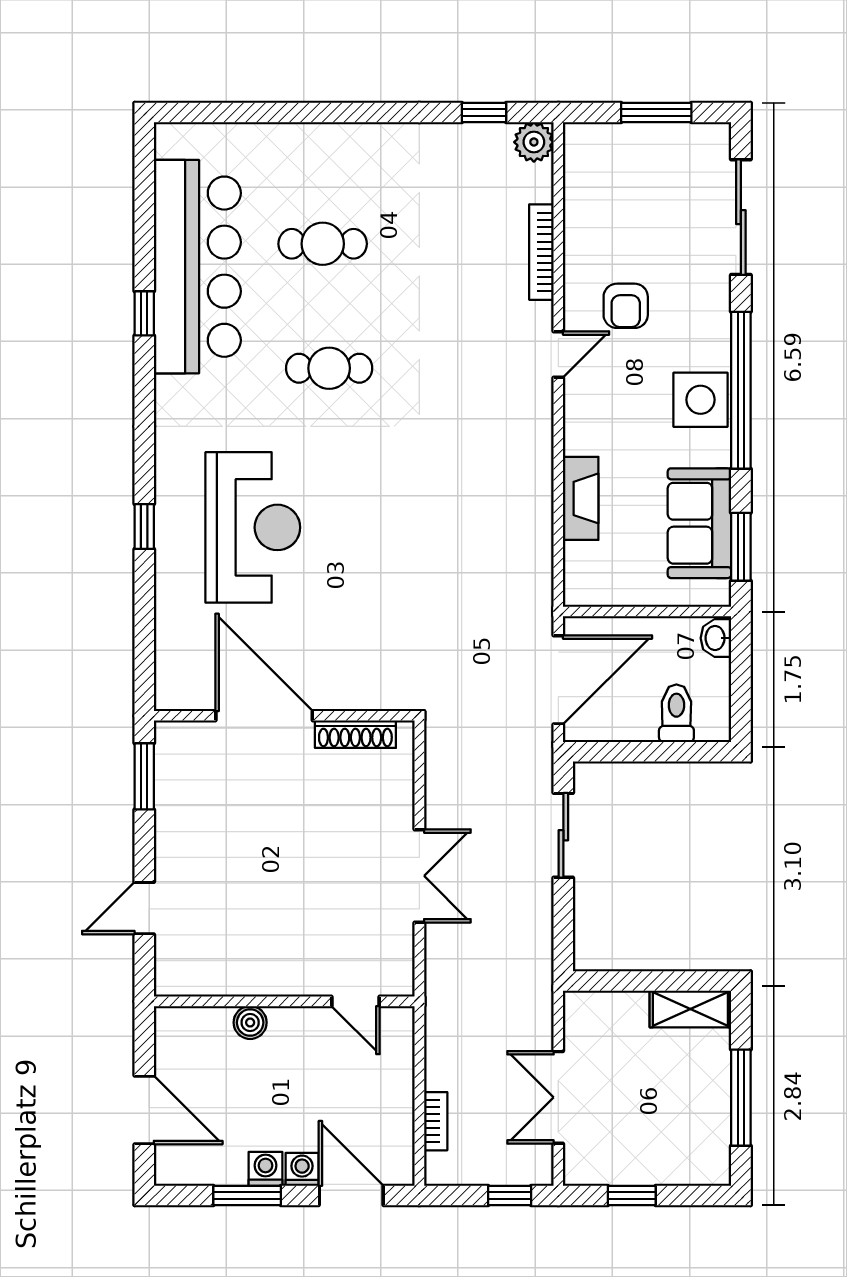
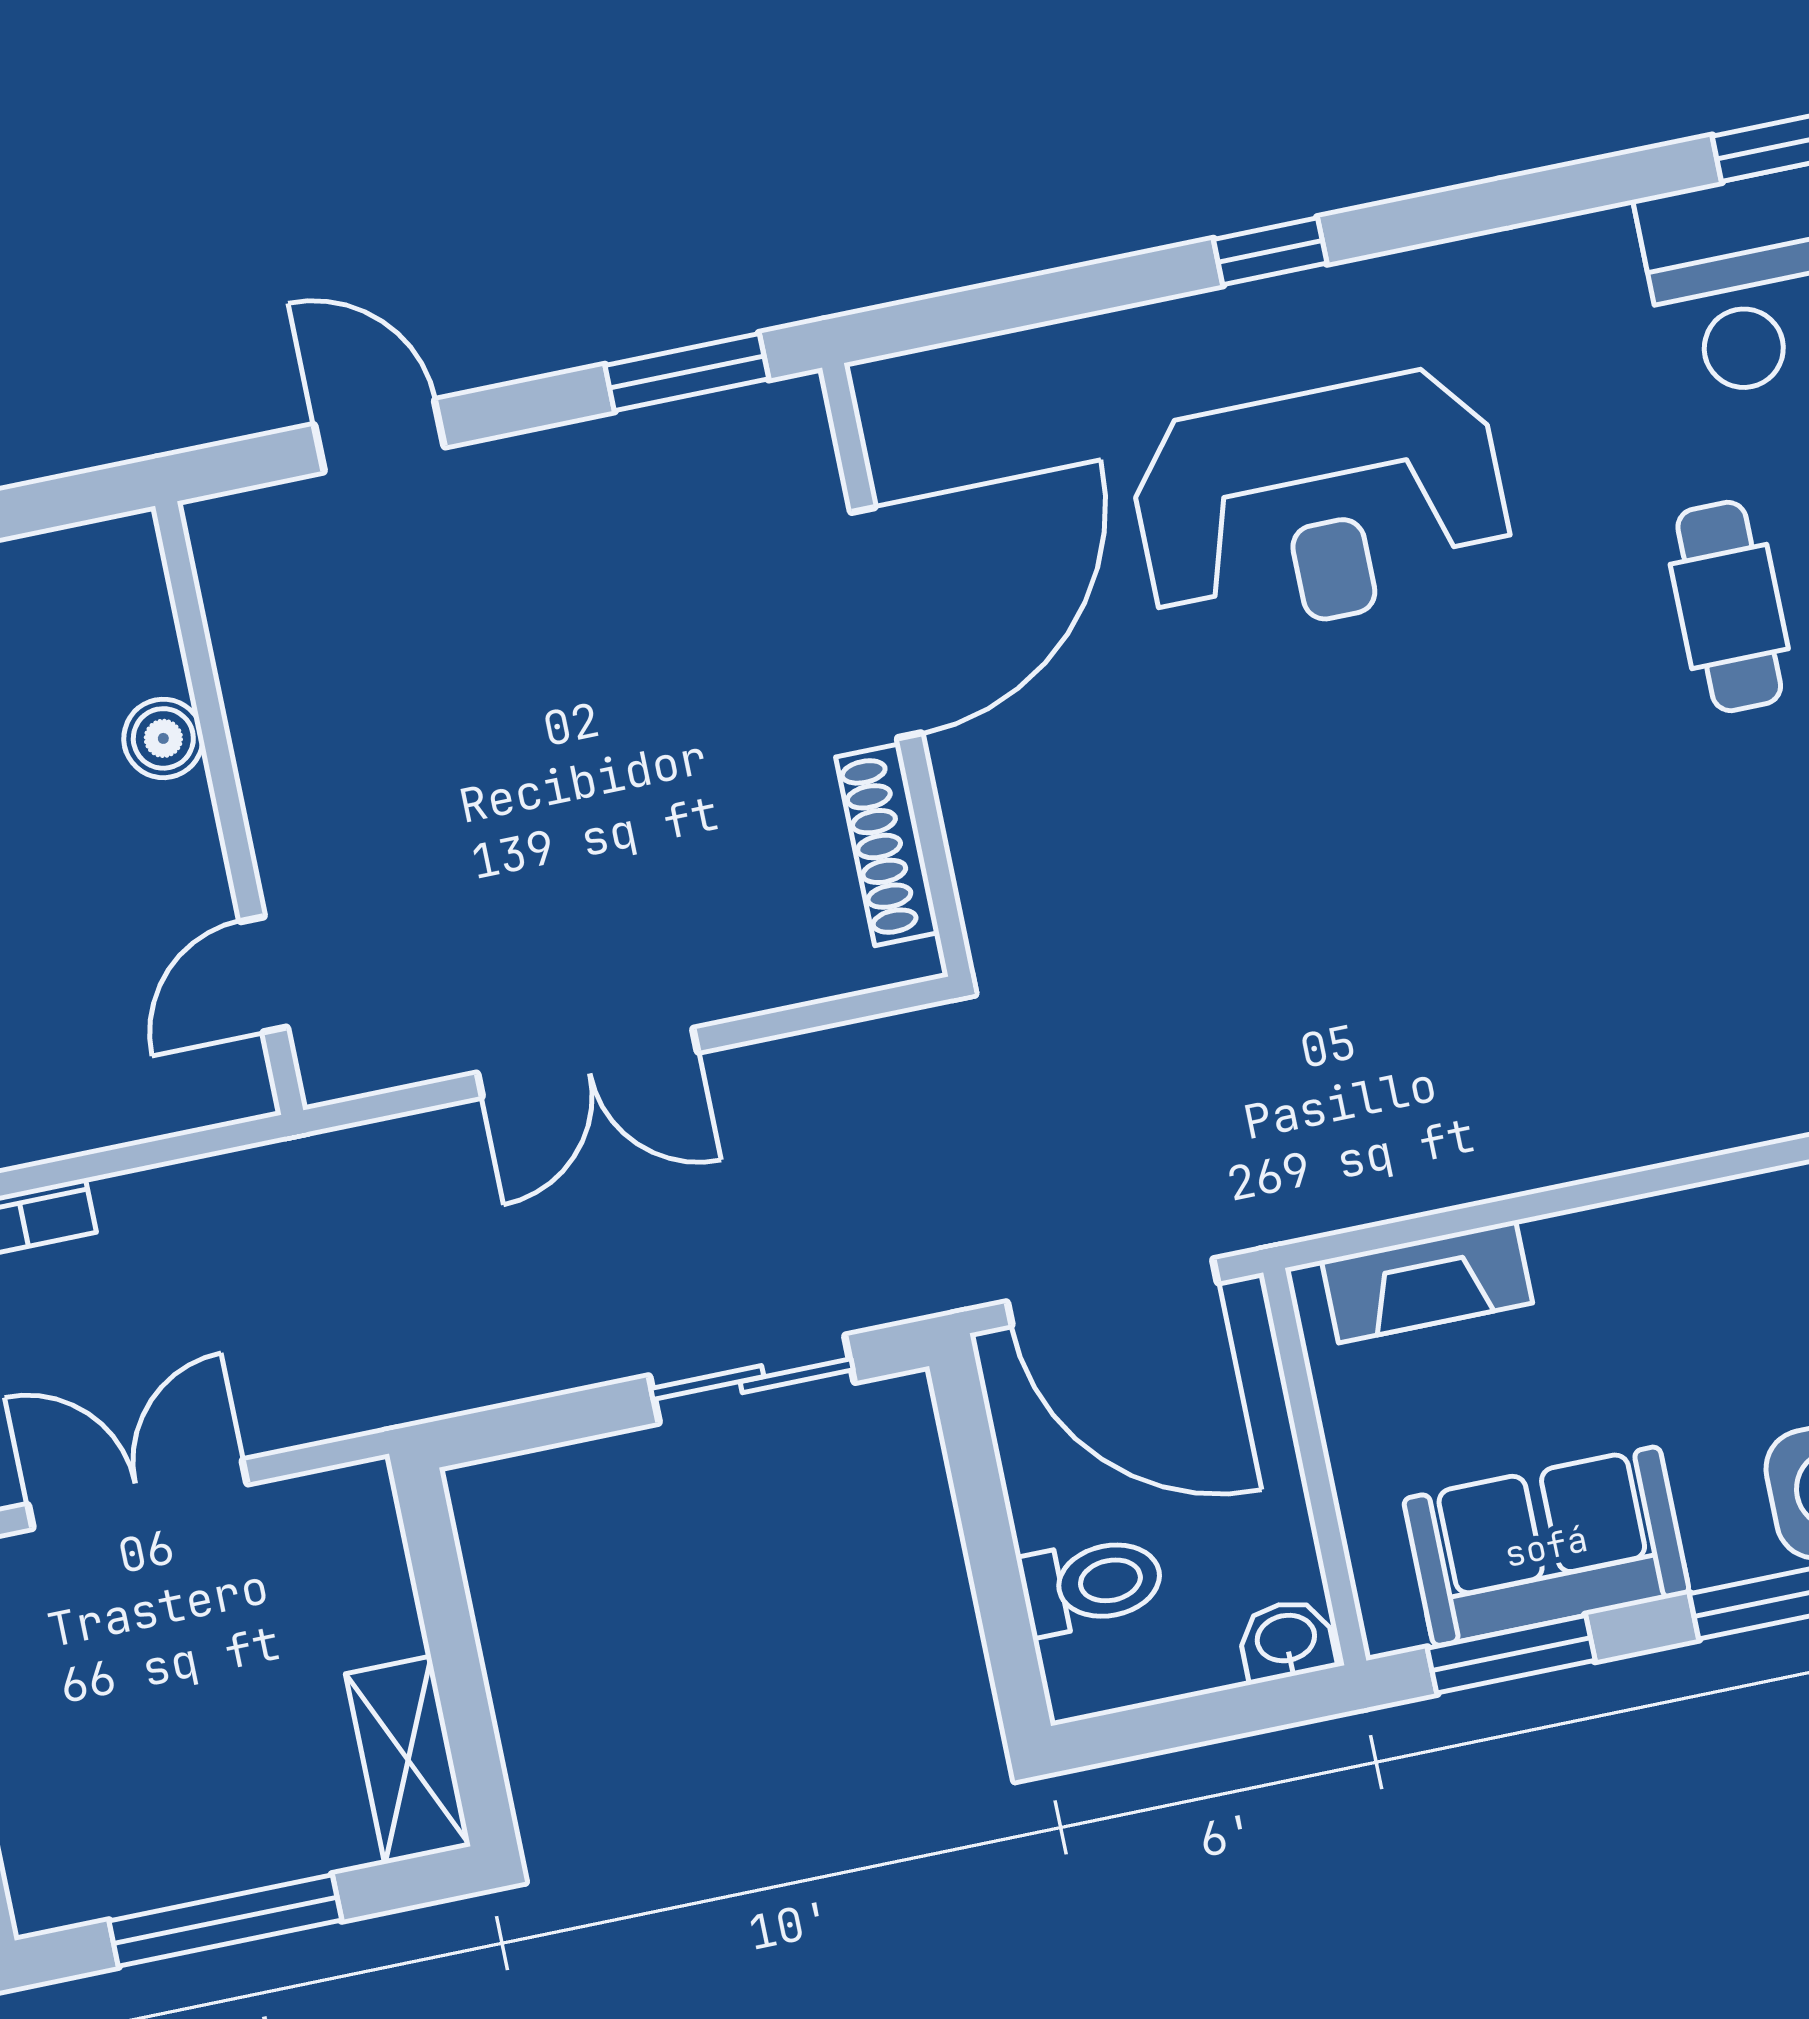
fireplace: (581, 498) -> (1427, 1282), moved

